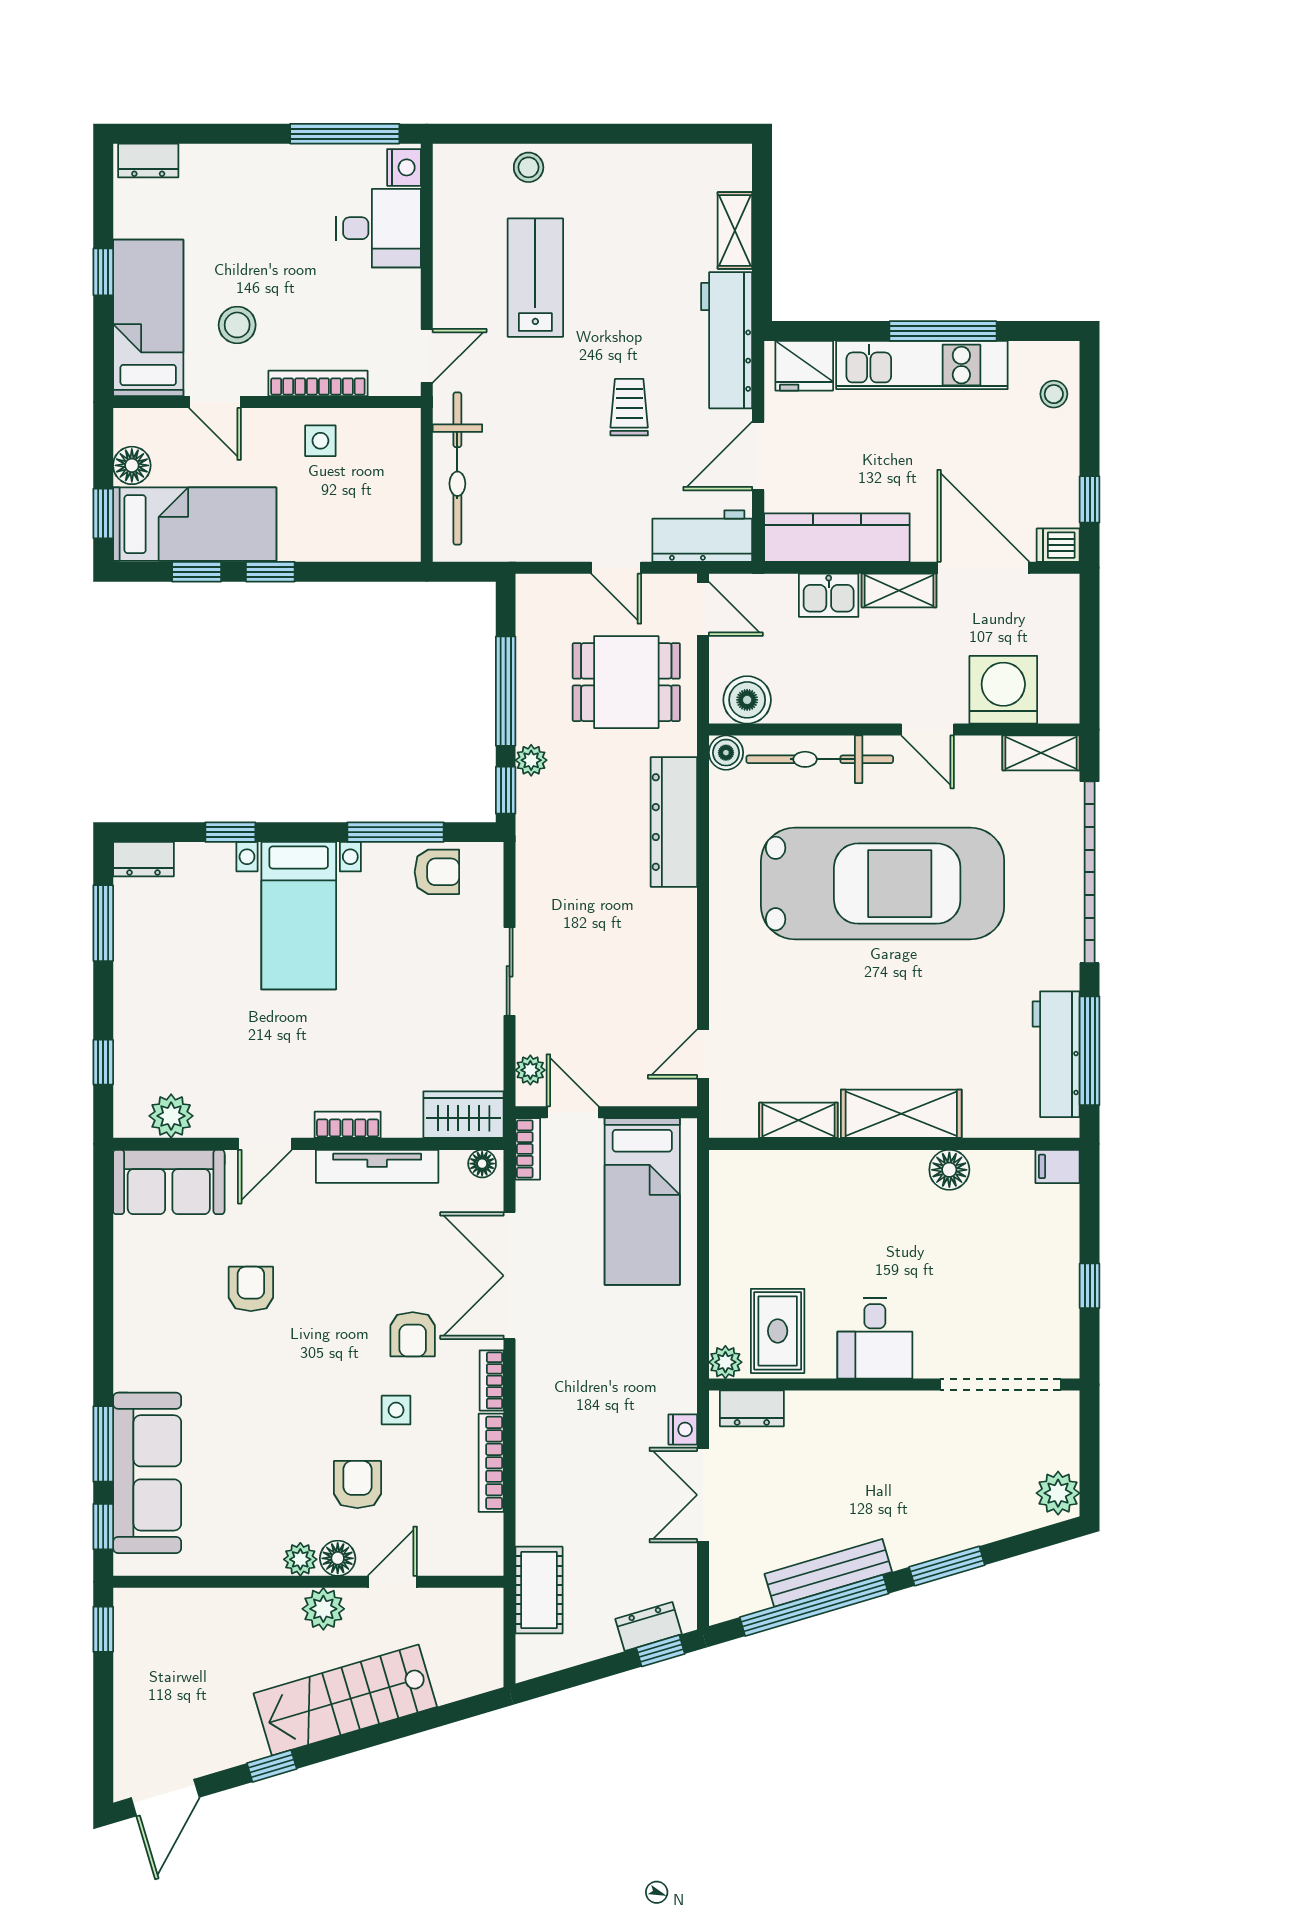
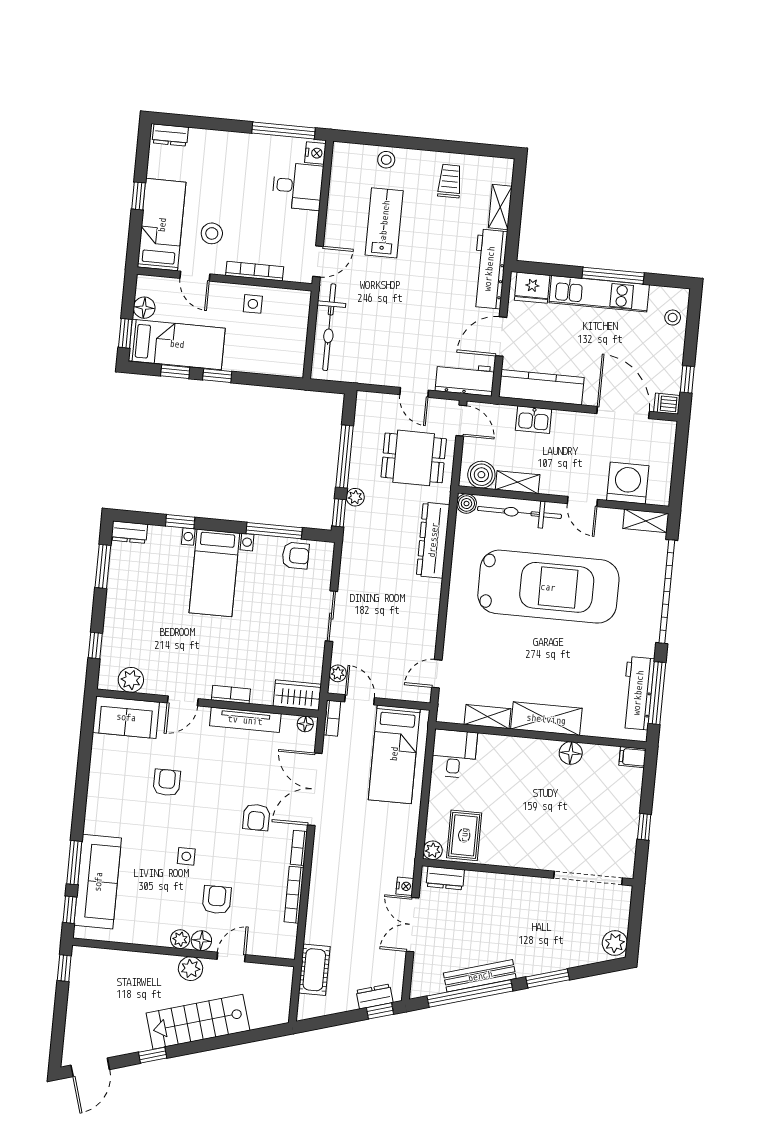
trolley: (629, 407) -> (450, 181), moved
shelving: (899, 591) -> (518, 482), moved
desk: (875, 1338) -> (454, 754), moved, turned 180
side table: (396, 1410) -> (186, 856), moved

